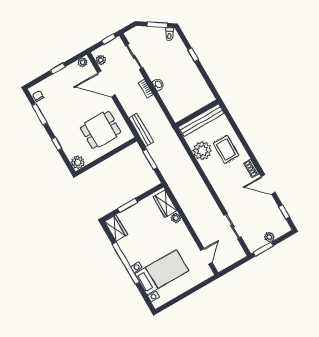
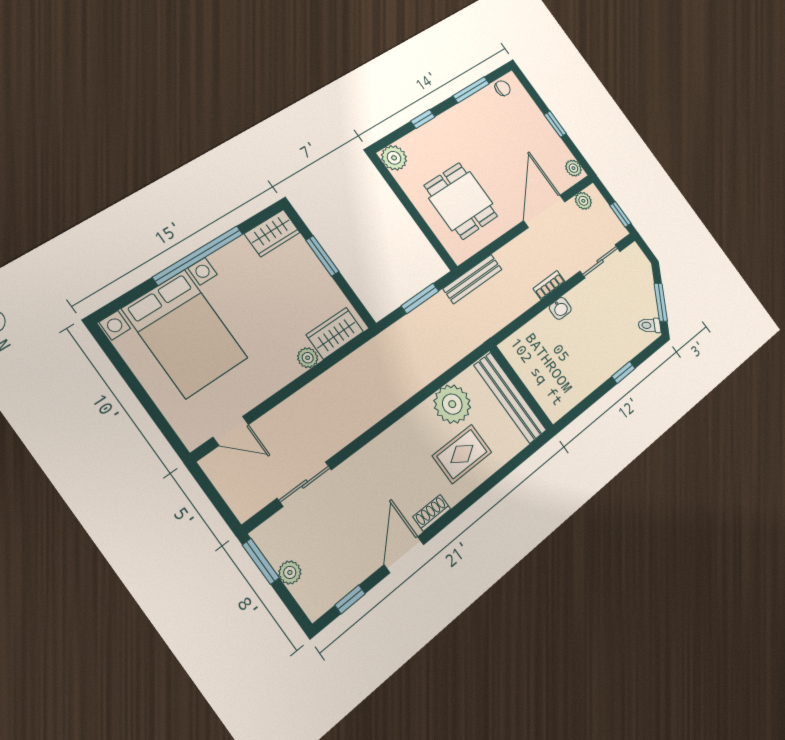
bed with nightstands: (162, 272) -> (185, 334), width x1.36

